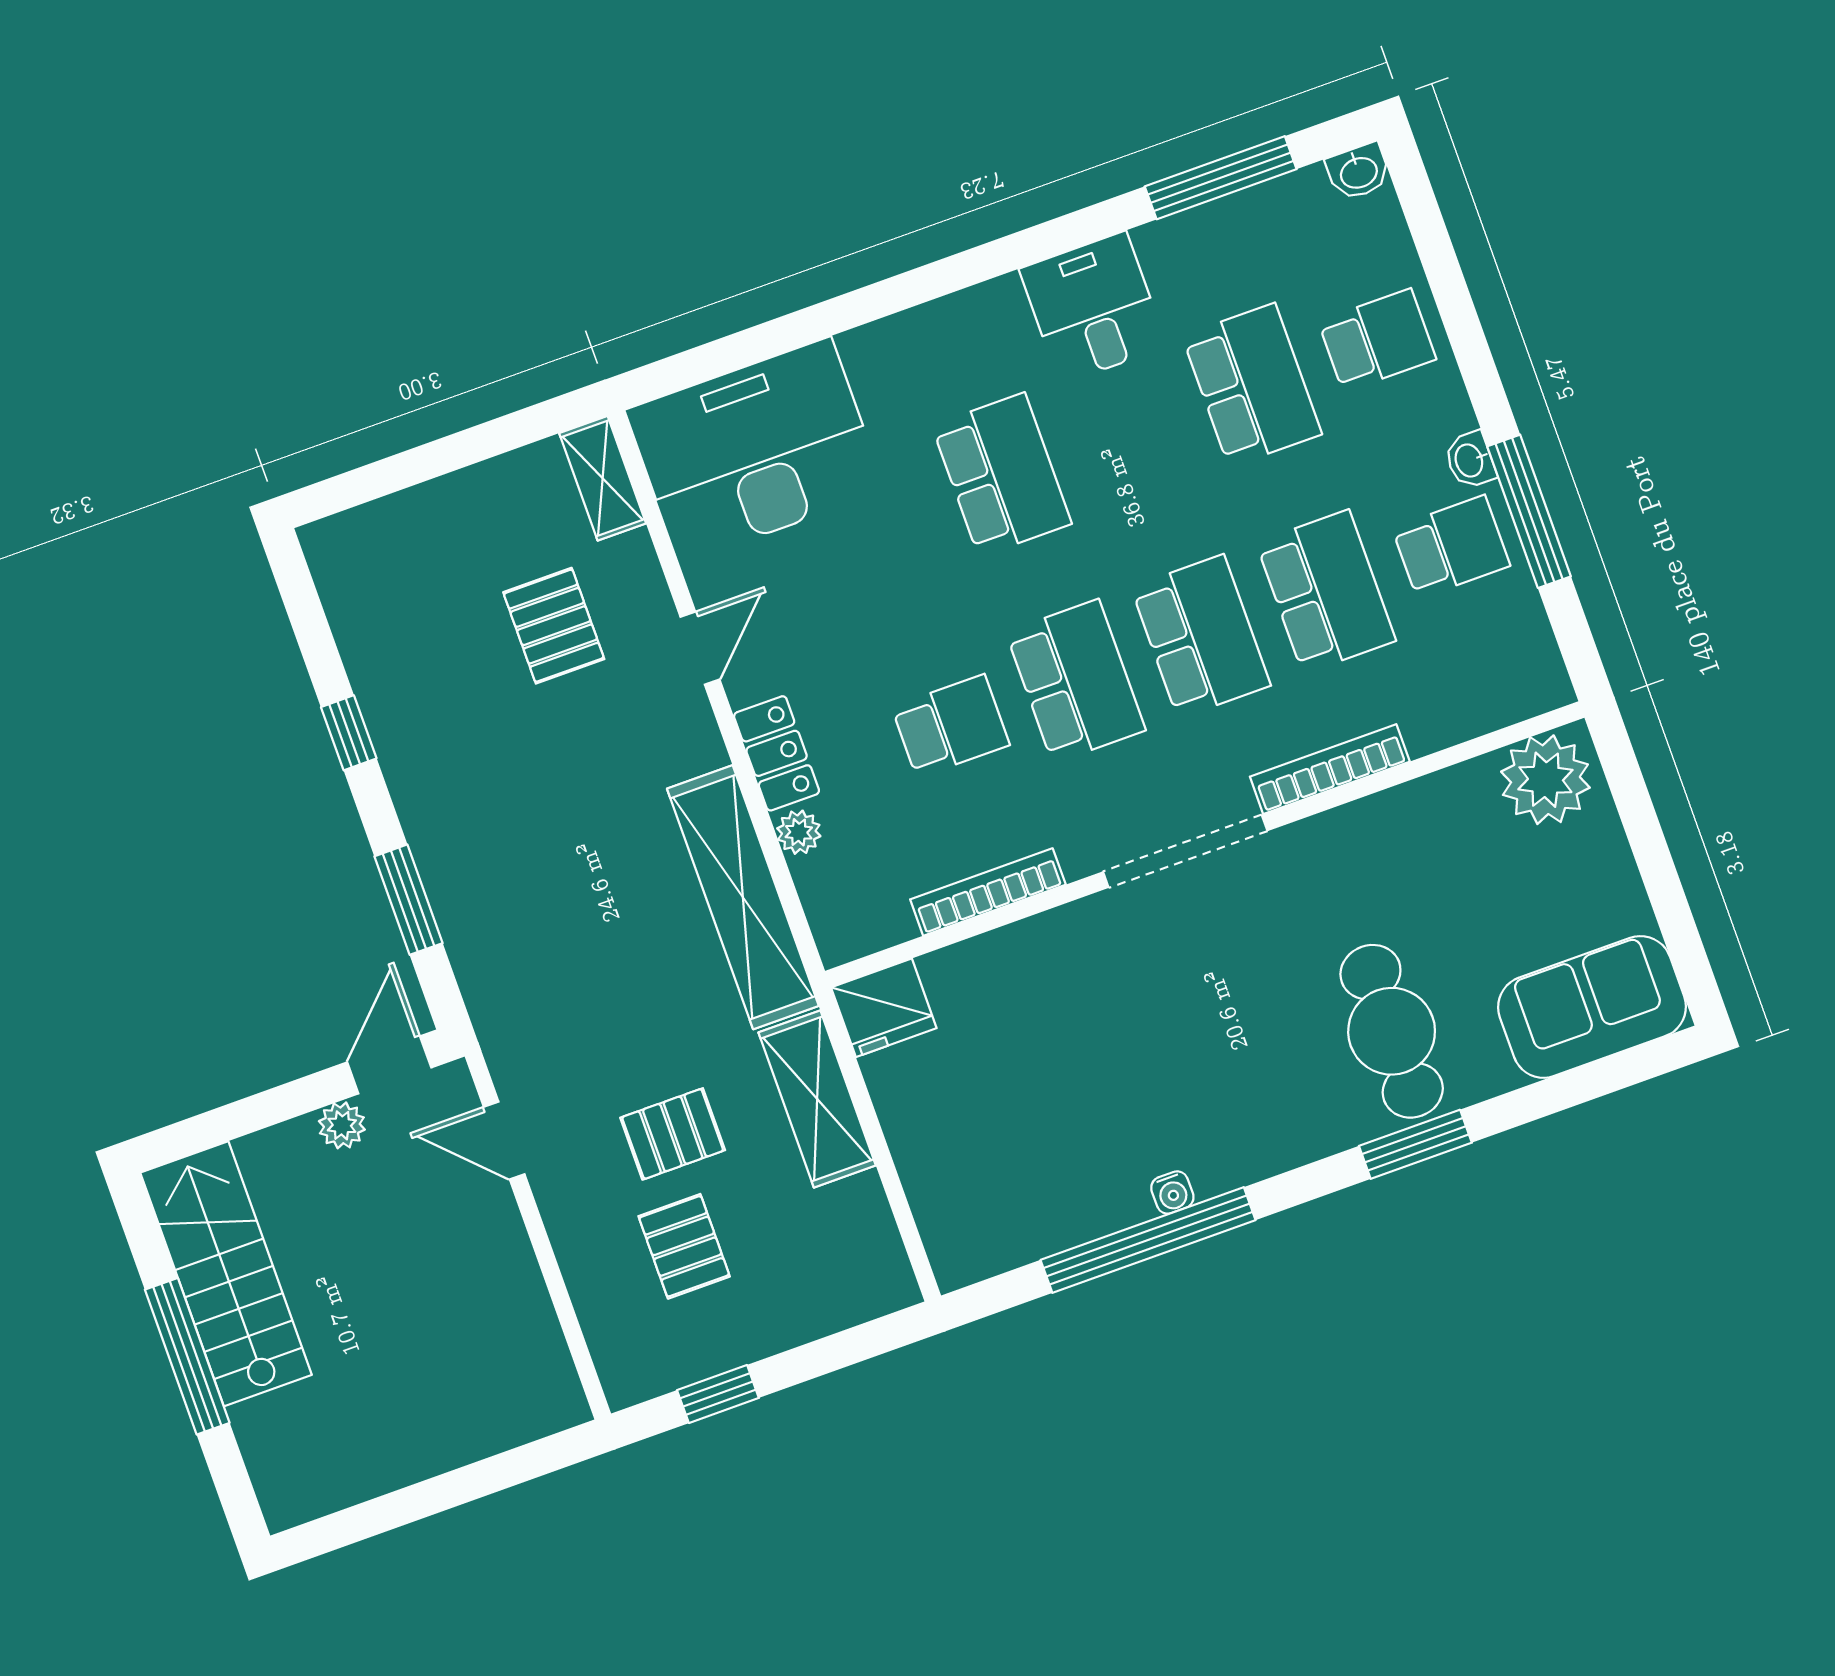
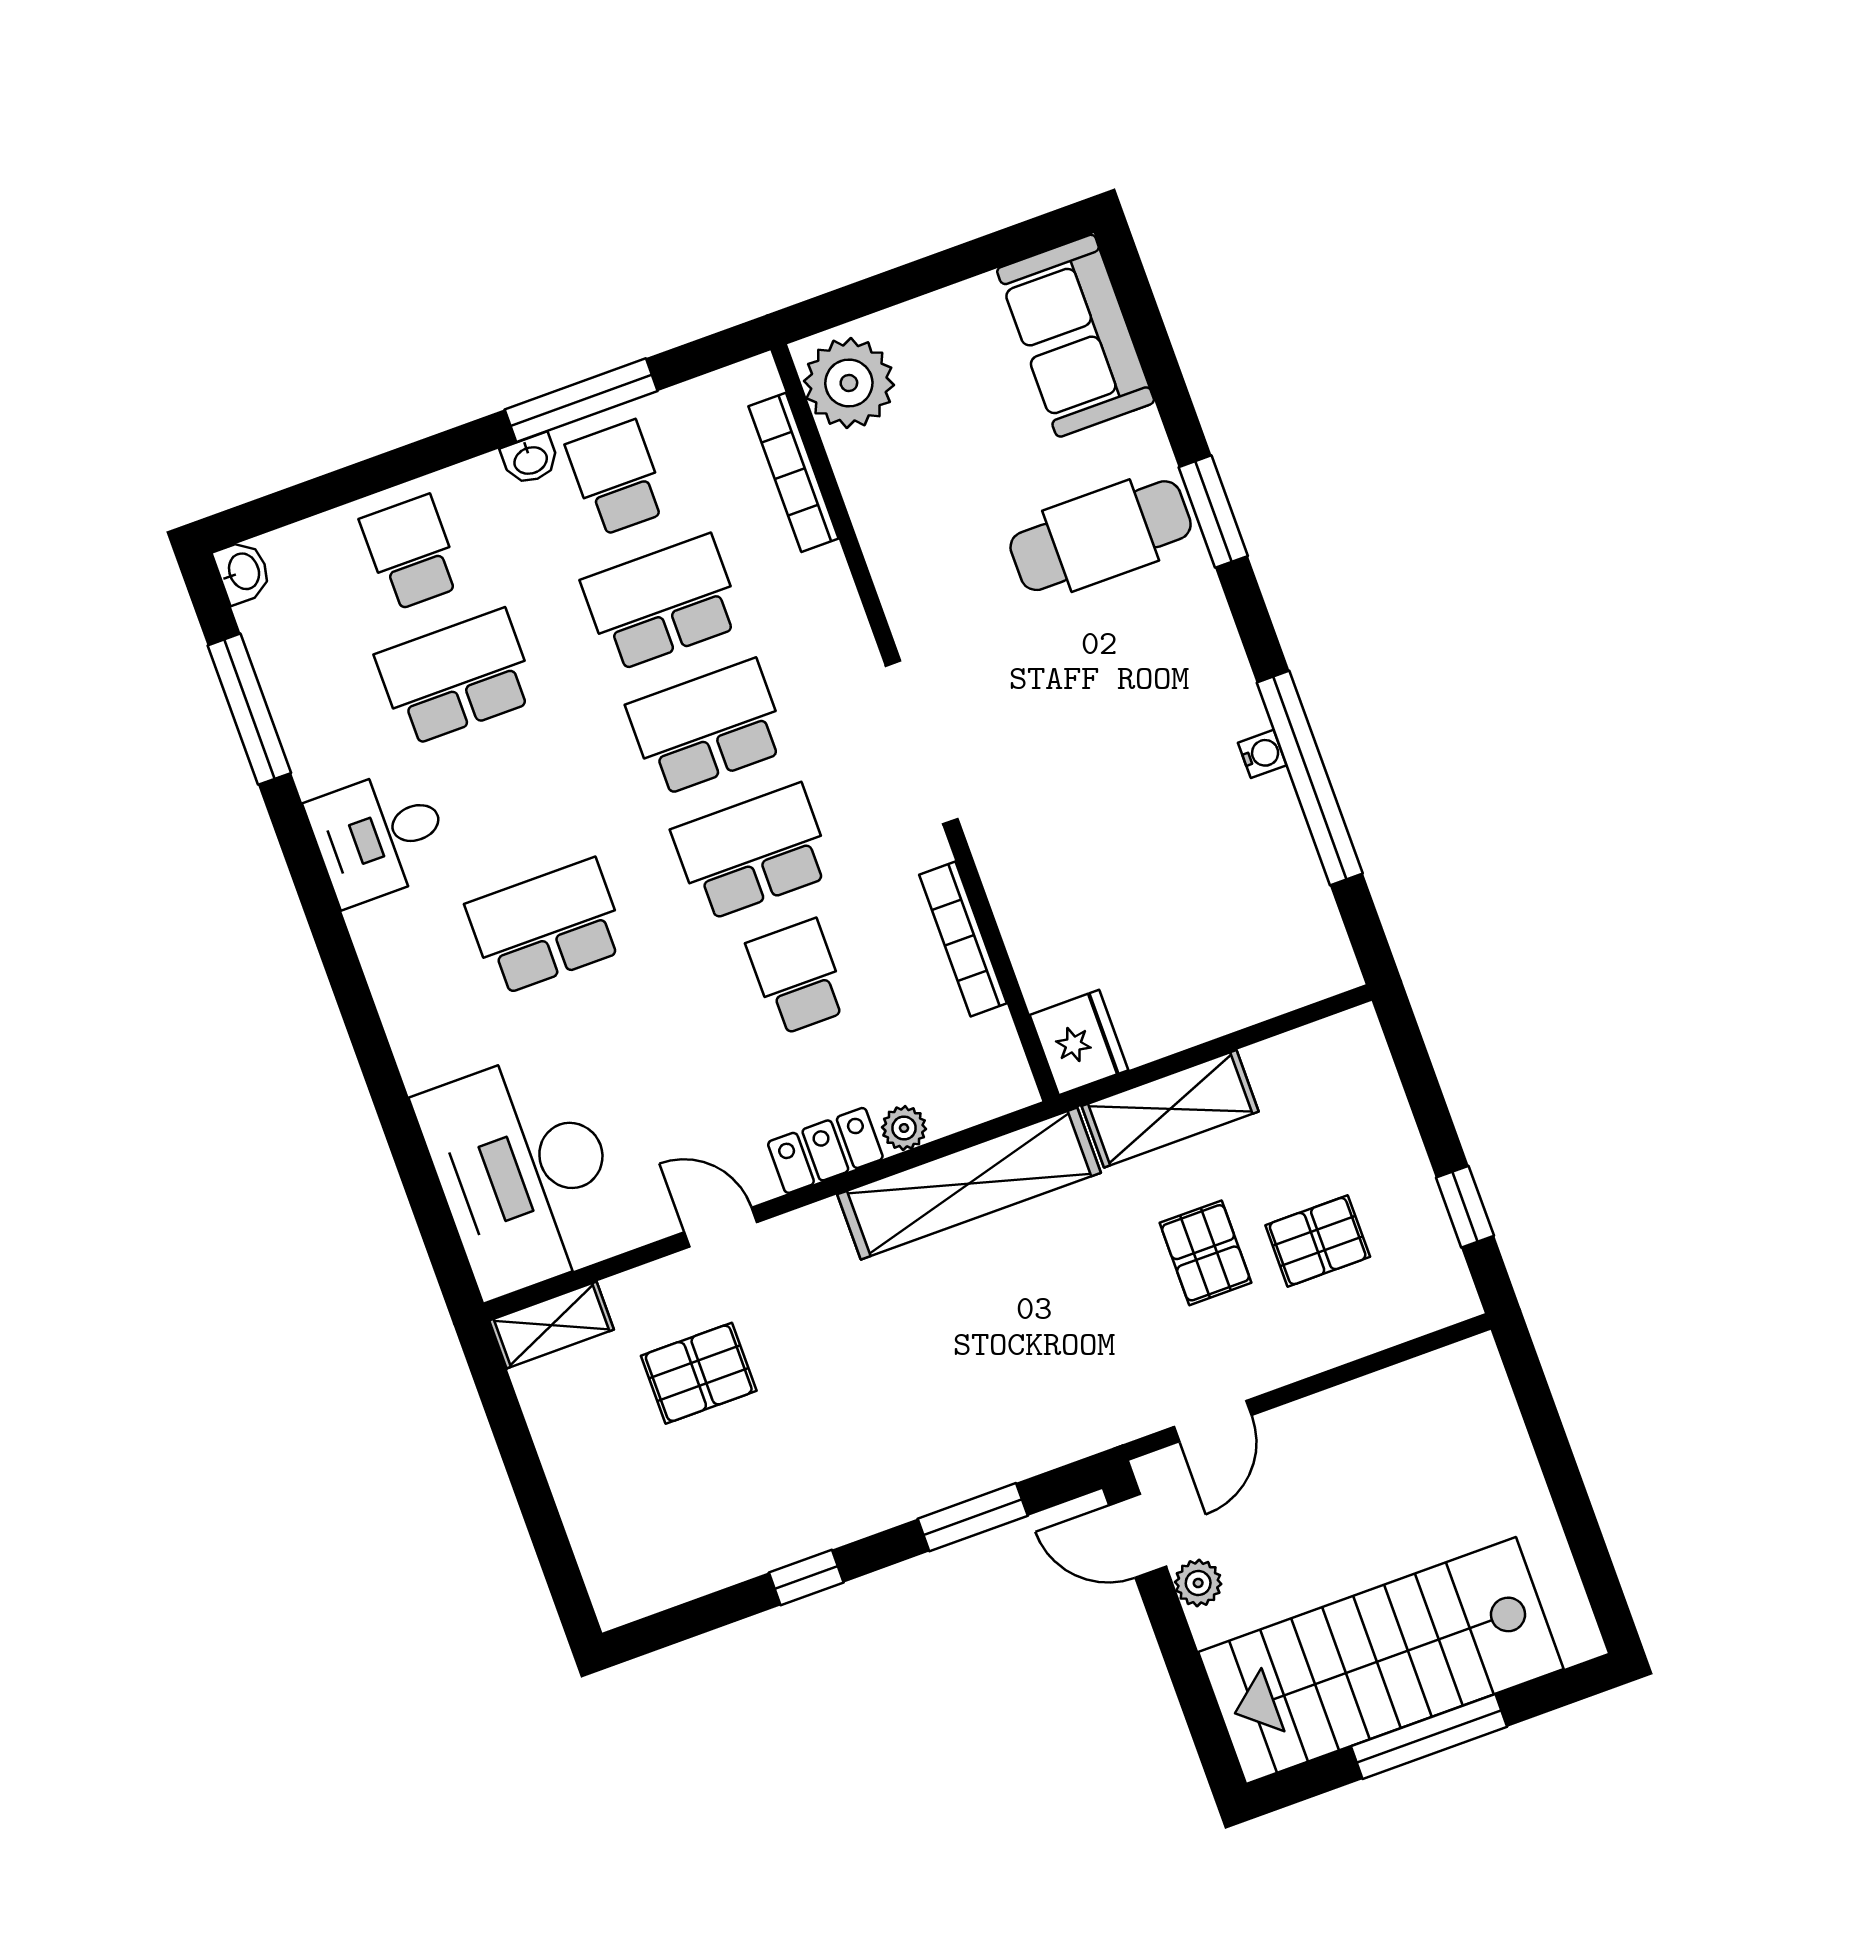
bookcase: (1330, 769) -> (794, 472), moved
stairs: (226, 1274) -> (1381, 1660), width x1.36, depth x1.51

